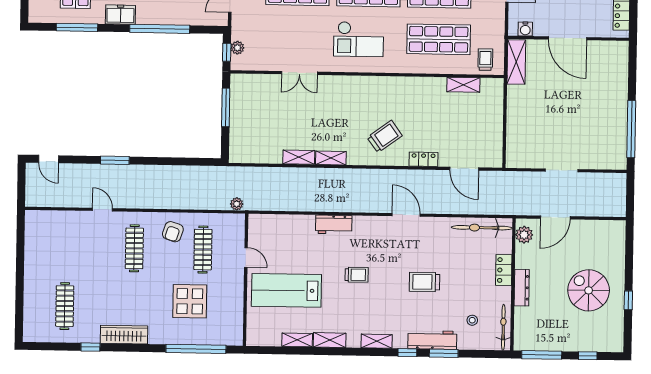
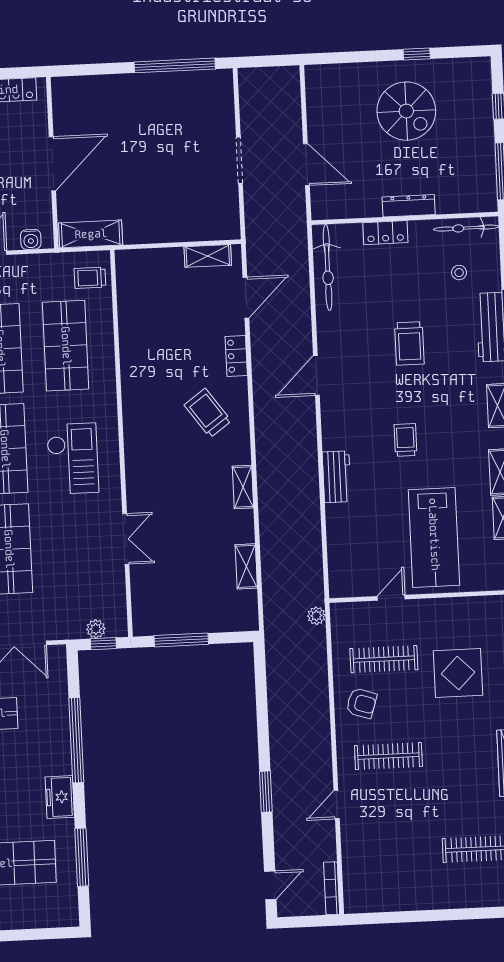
water cooler: (525, 29) -> (31, 239), moved, turned 90
shelving: (463, 85) -> (208, 256), moved, turned 90
shelving: (299, 157) -> (246, 566), moved
bookcase: (44, 202) -> (332, 888), added
plant: (524, 235) -> (334, 207), removed
spiral stairs: (589, 290) -> (406, 111), turned -90

